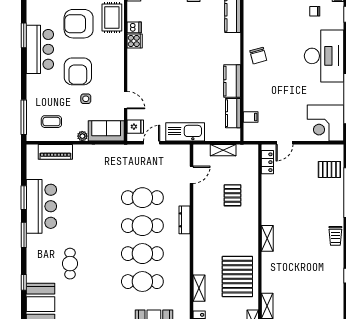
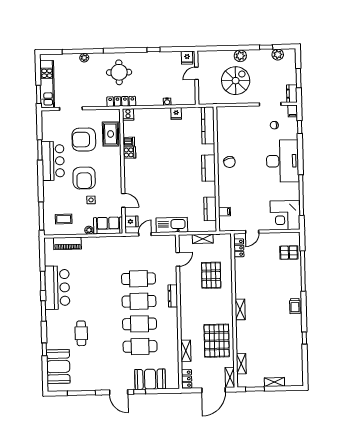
kitchen counter: (232, 81) -> (208, 168), moved
pallet: (232, 195) -> (211, 275), width x1.50, depth x1.42

